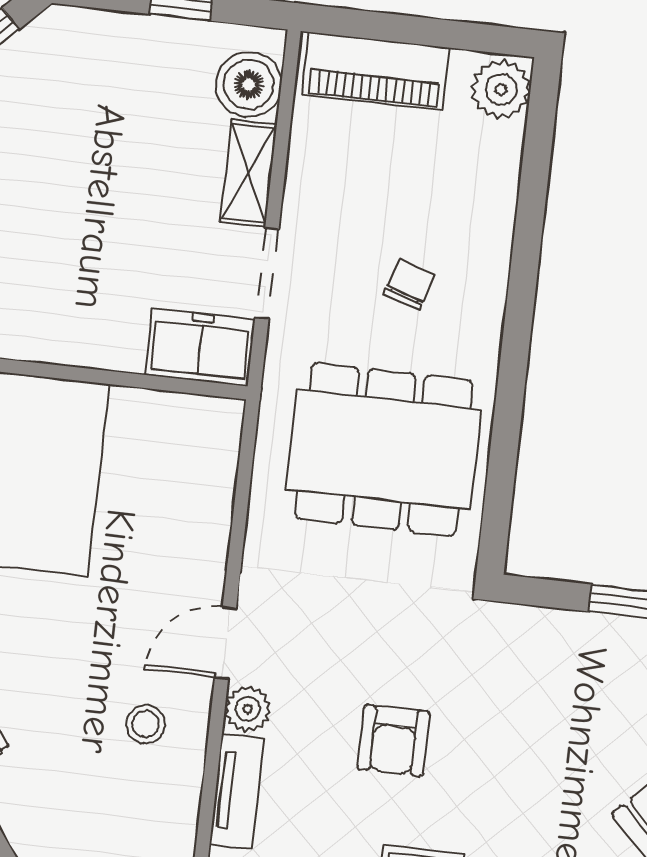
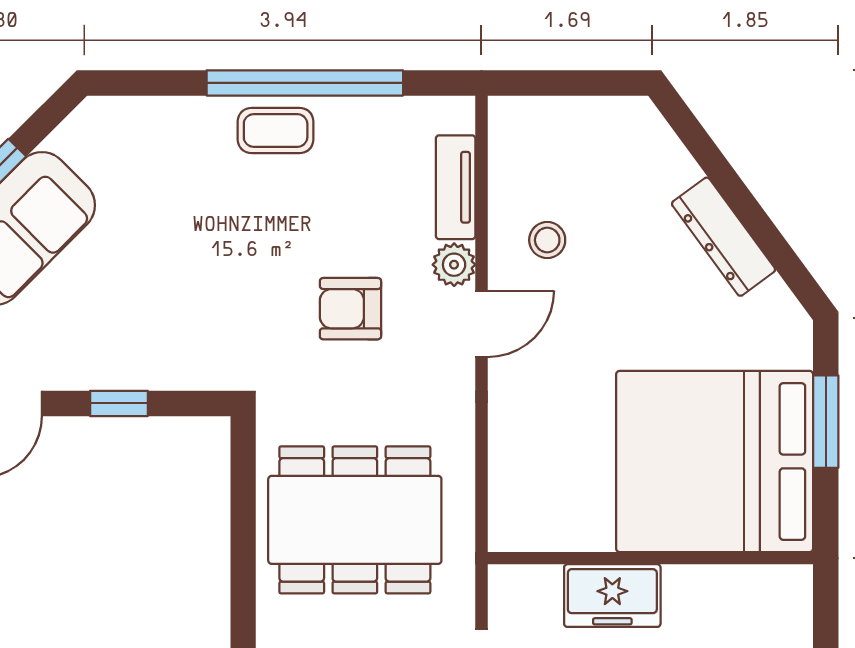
freezer: (200, 347) -> (612, 596), moved
armchair: (394, 740) -> (350, 309), moved, turned -90

